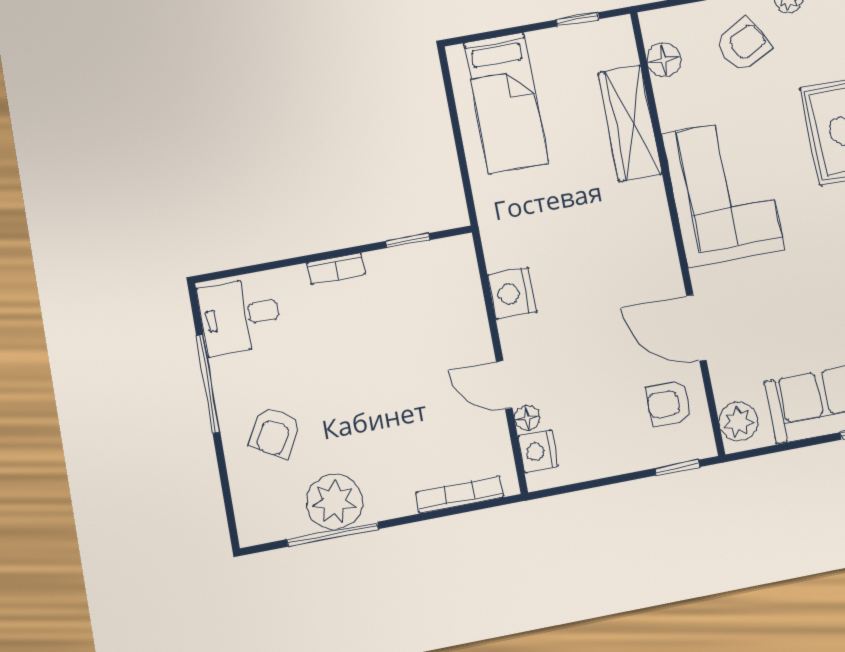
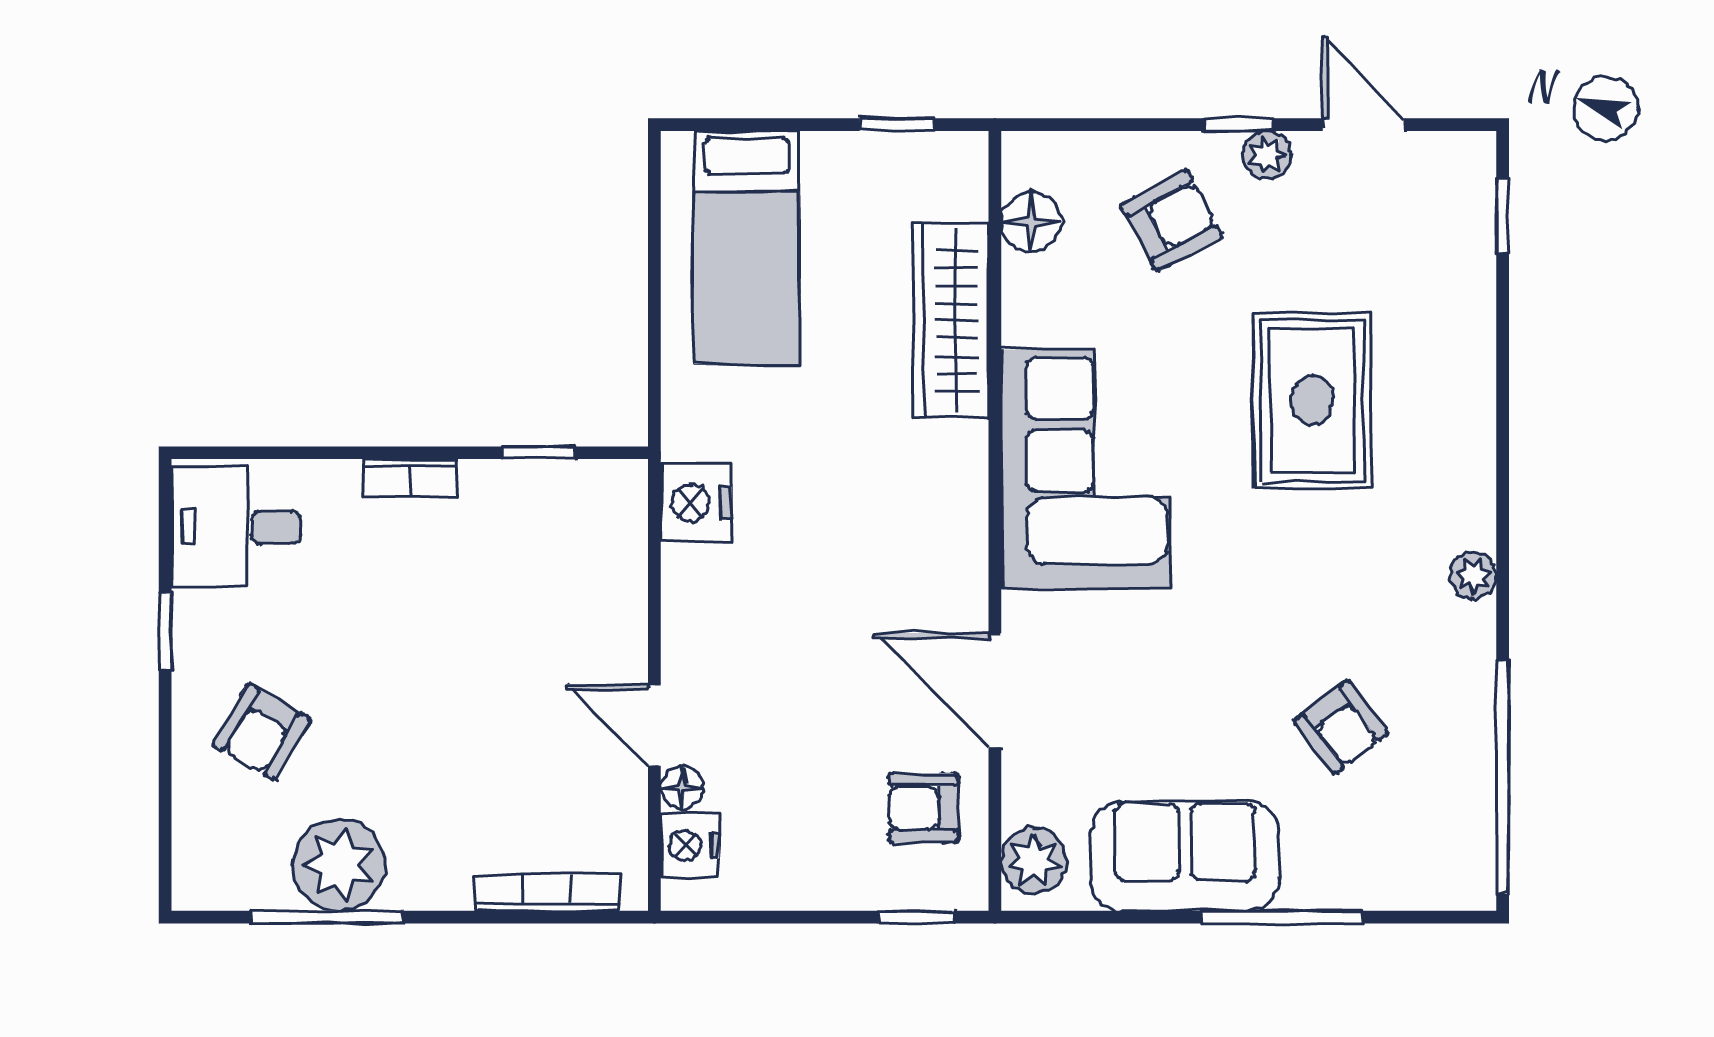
nightstand: (512, 293) -> (696, 503), moved
window: (208, 384) -> (165, 631), width x0.46

